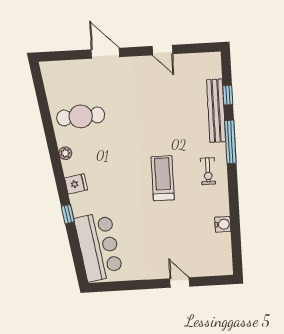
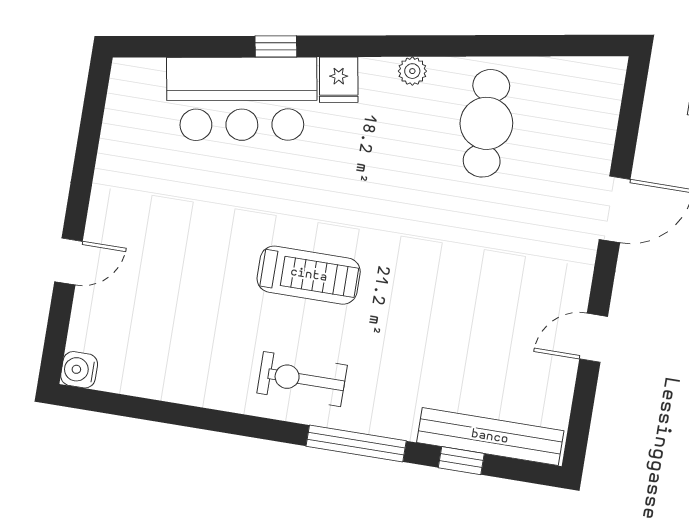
bench: (216, 111) -> (490, 437), moved
exercise bike: (208, 171) -> (302, 379), width x1.38, depth x1.39
water cooler: (223, 224) -> (79, 370), moved, turned 90
bar counter: (99, 246) -> (242, 99), moved

